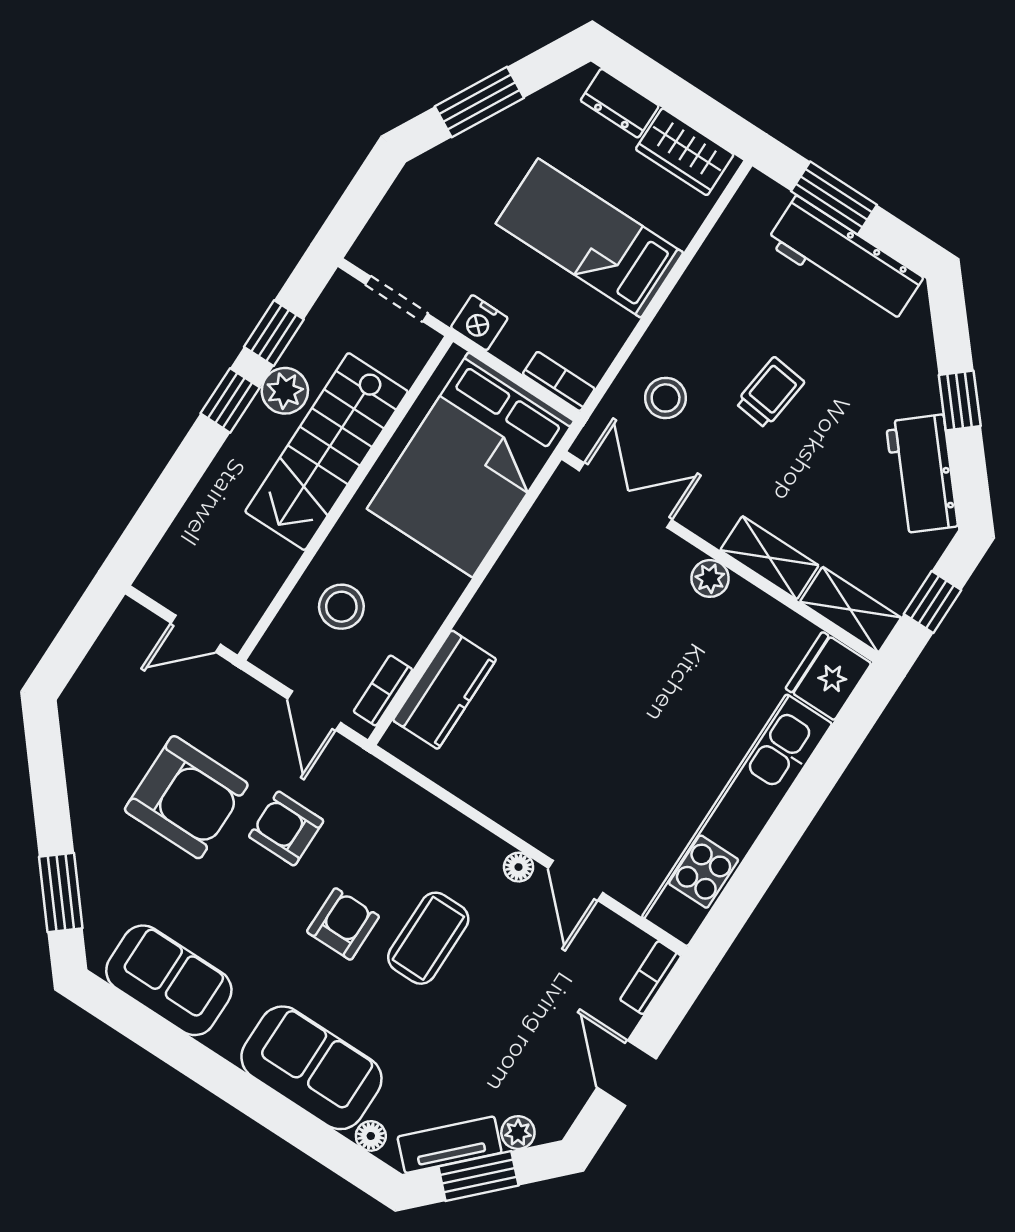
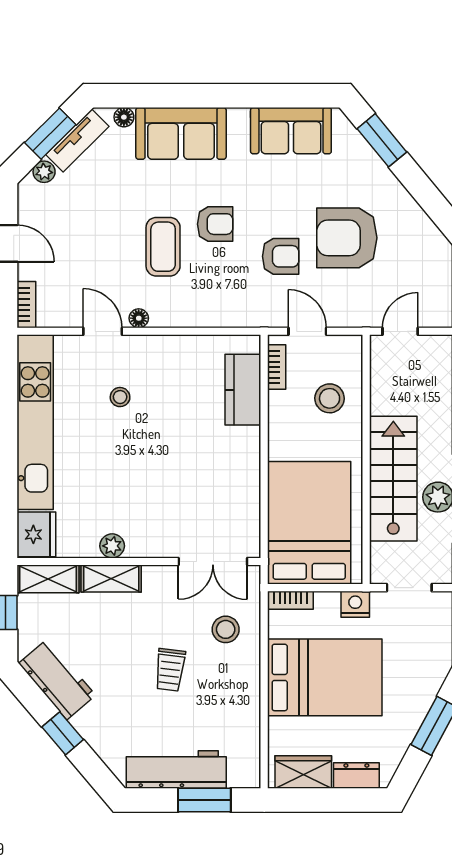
bed: (590, 238) -> (325, 677), width x1.50
plant: (710, 578) -> (112, 546), moved
stool: (608, 782) -> (120, 397), added
armchair: (343, 924) -> (215, 224), turned -90

